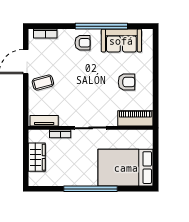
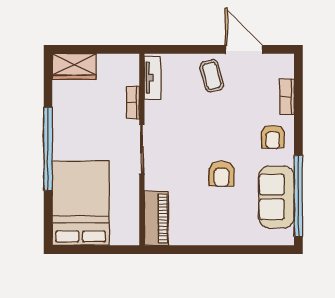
window: (101, 26) -> (298, 196), moved
bookcase: (45, 34) -> (287, 97), moved
armchair: (127, 82) -> (222, 174), moved
wardrobe: (37, 157) -> (74, 66), moved

